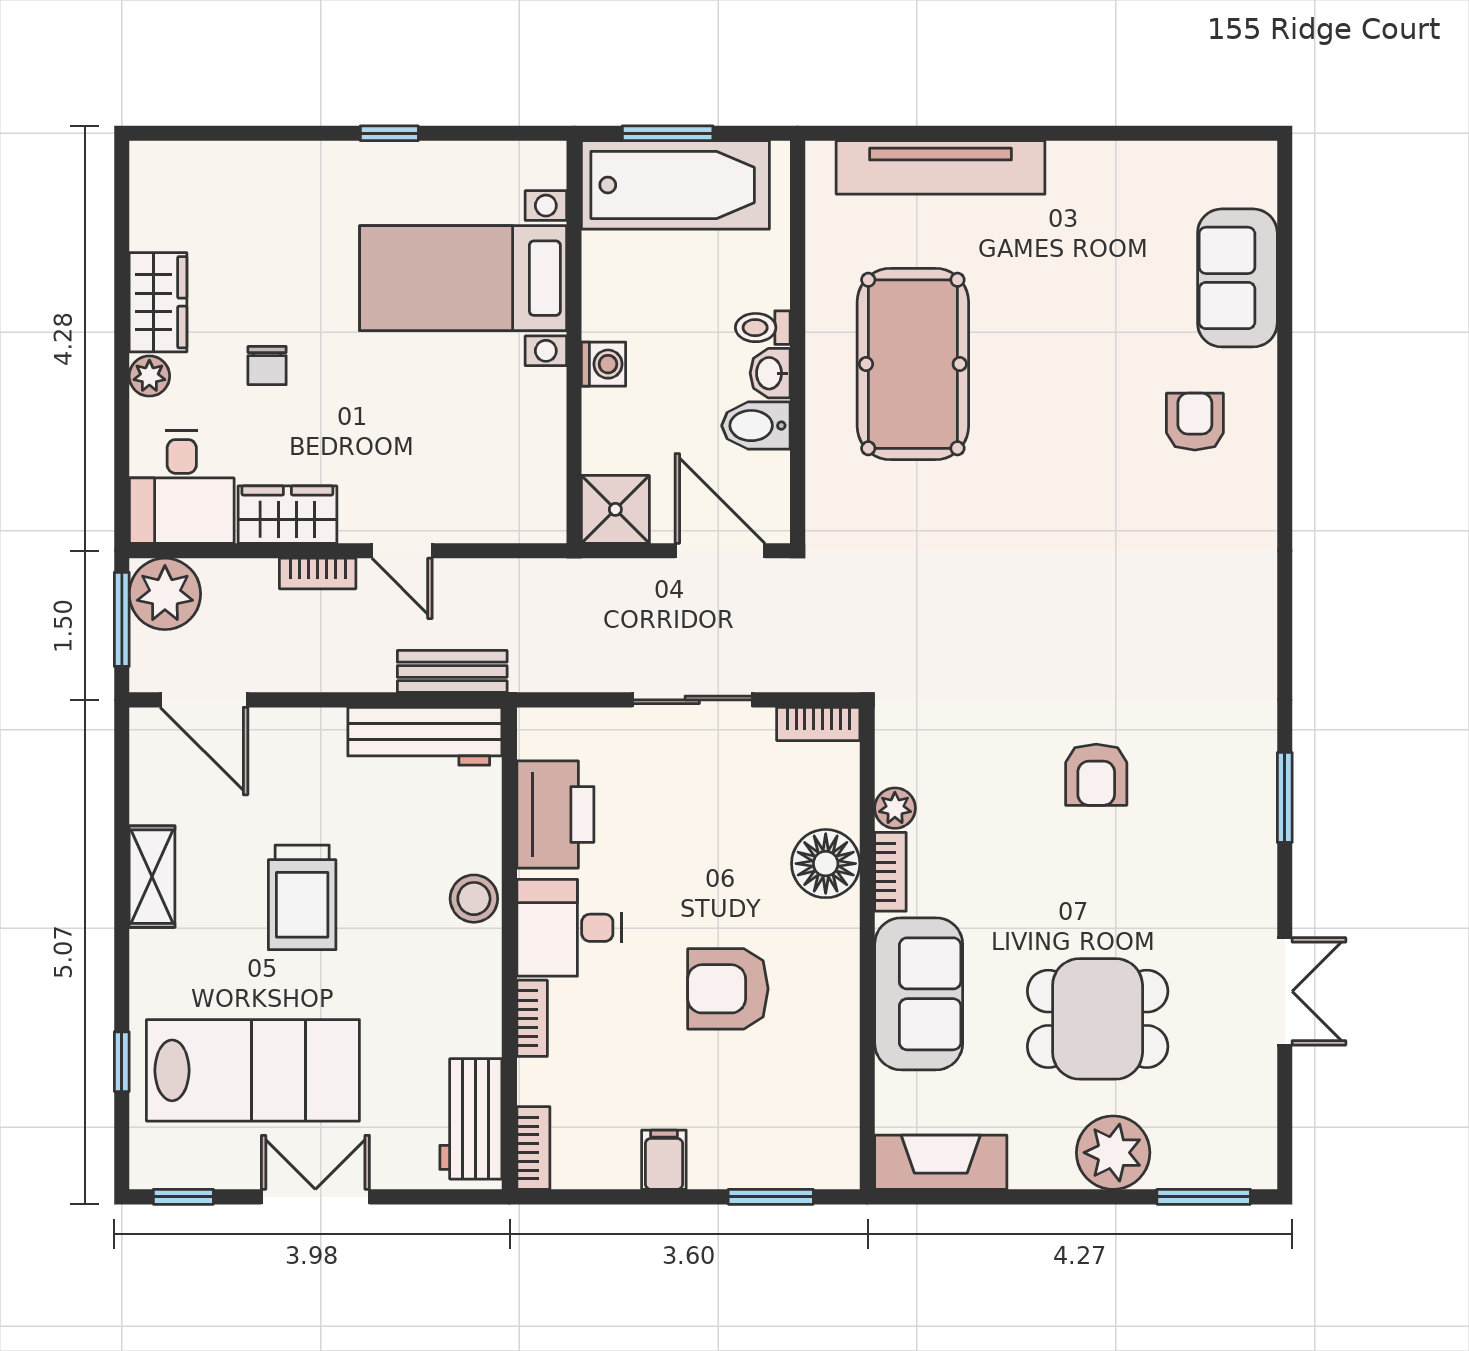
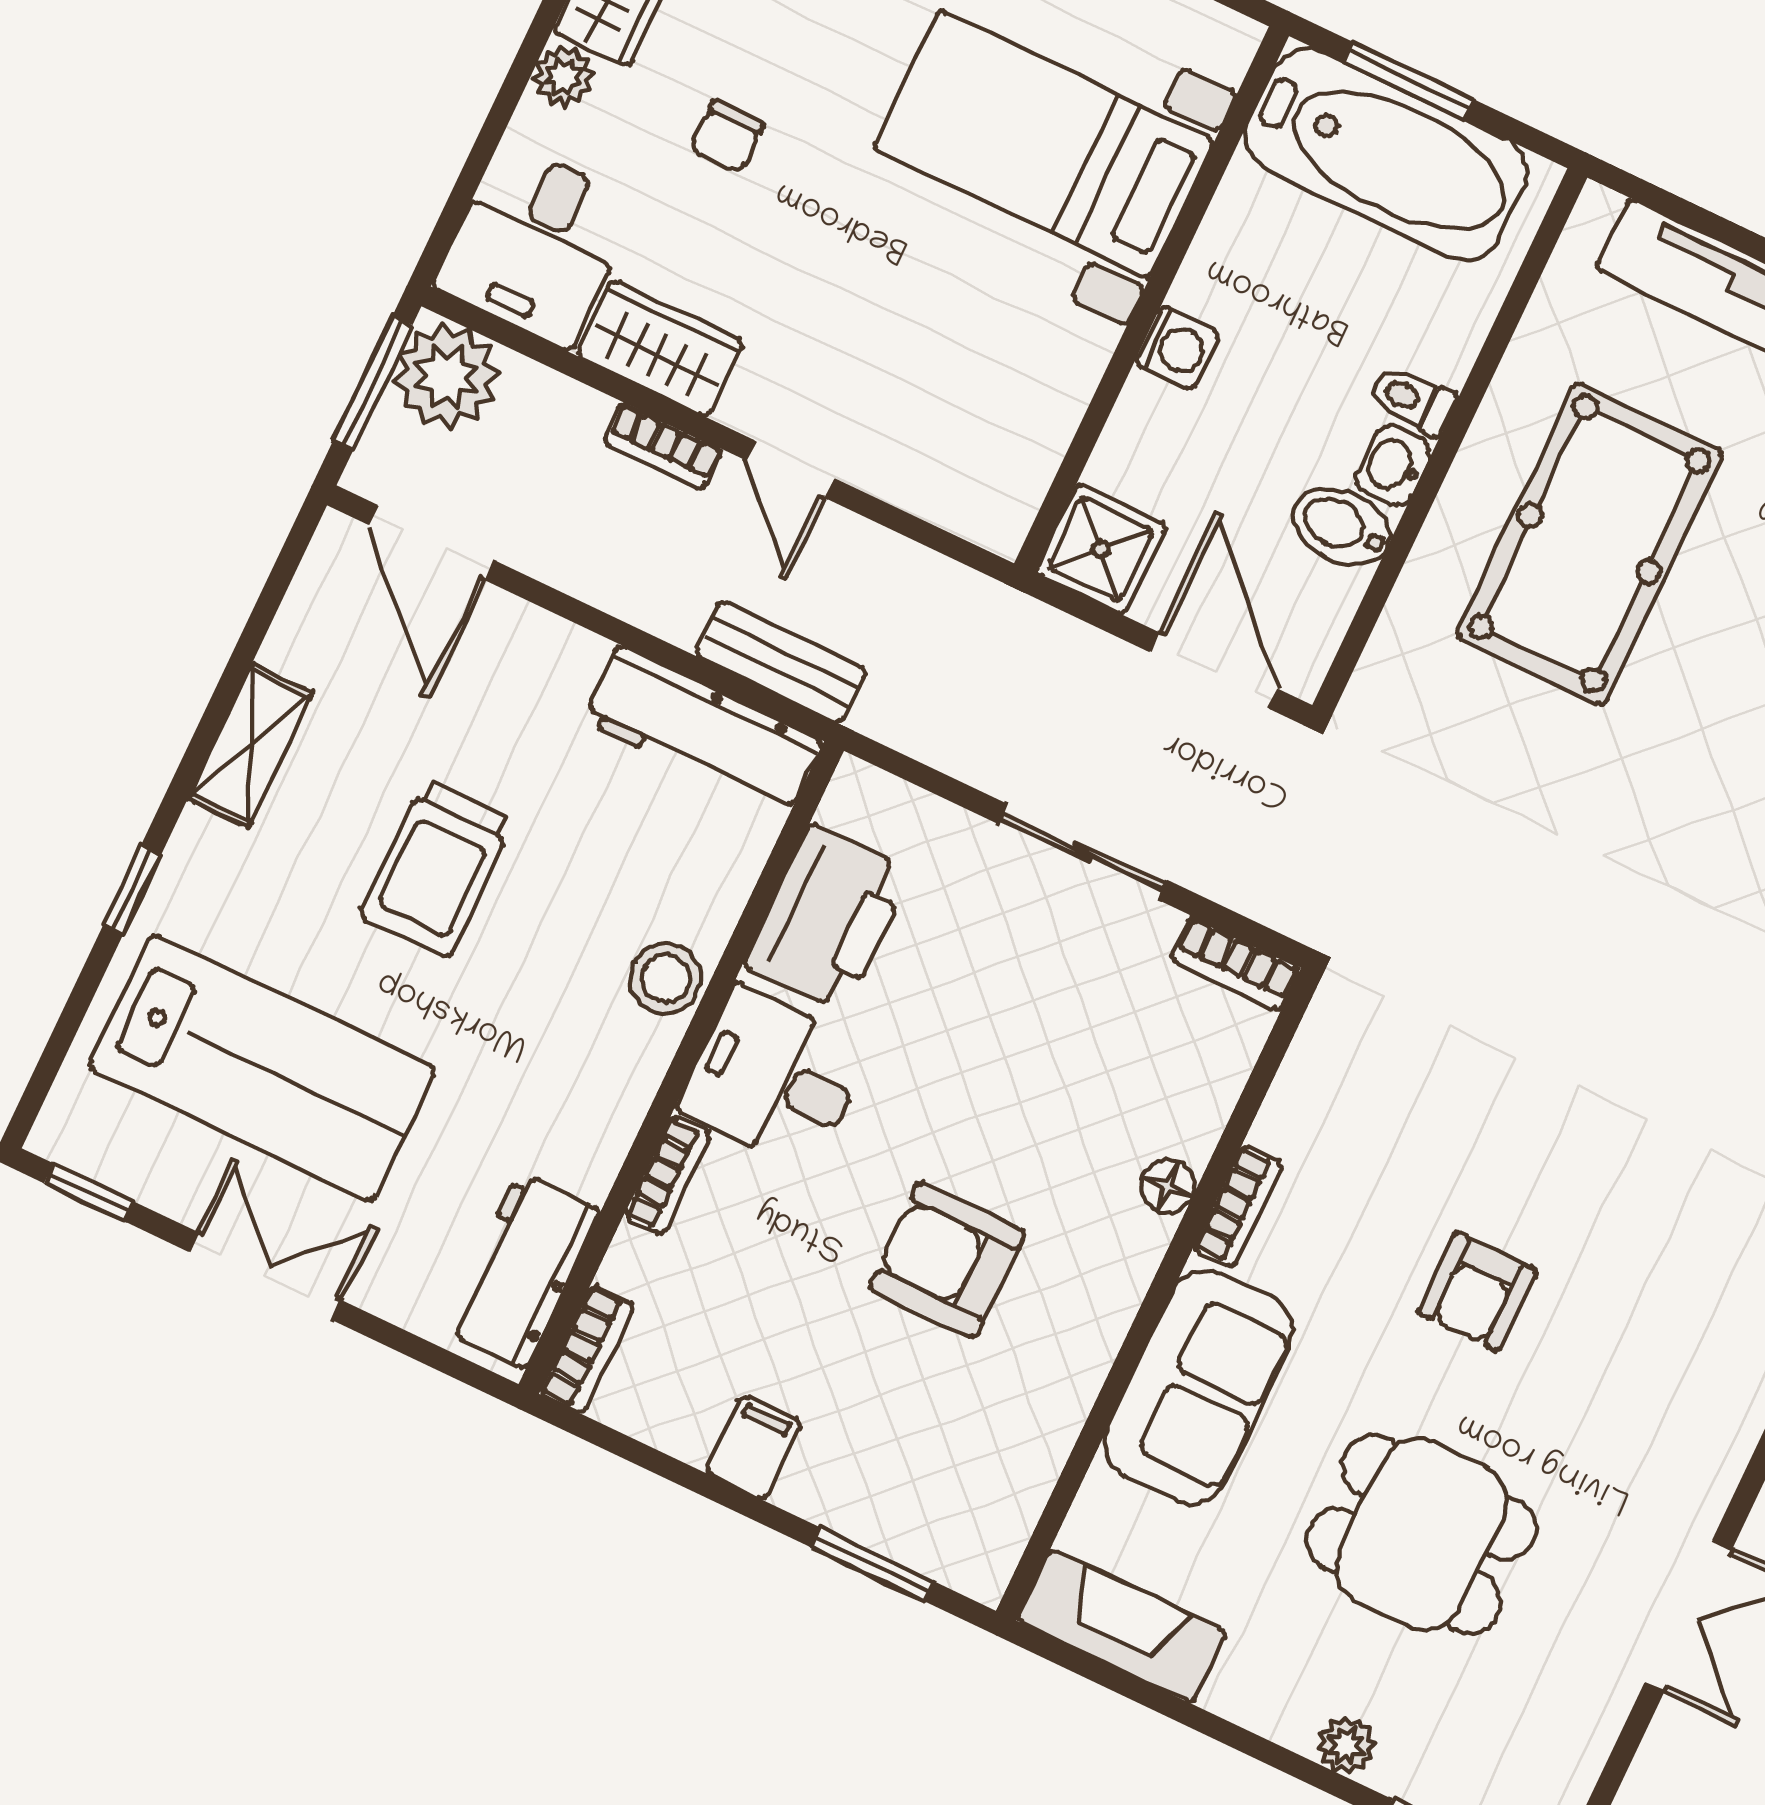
armchair: (1096, 775) -> (1477, 1291), moved
plant: (895, 808) -> (1284, 1125), removed
floor lamp: (826, 864) -> (1168, 1186), width x0.53, depth x0.53
window: (122, 1062) -> (132, 890), moved
plant: (1113, 1153) -> (1346, 1745), width x0.53, depth x0.53

